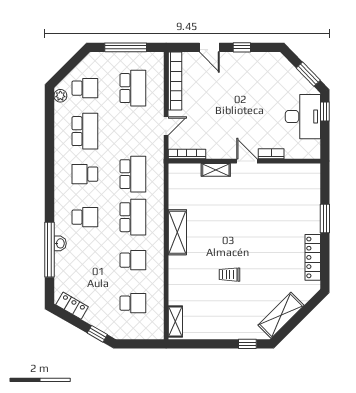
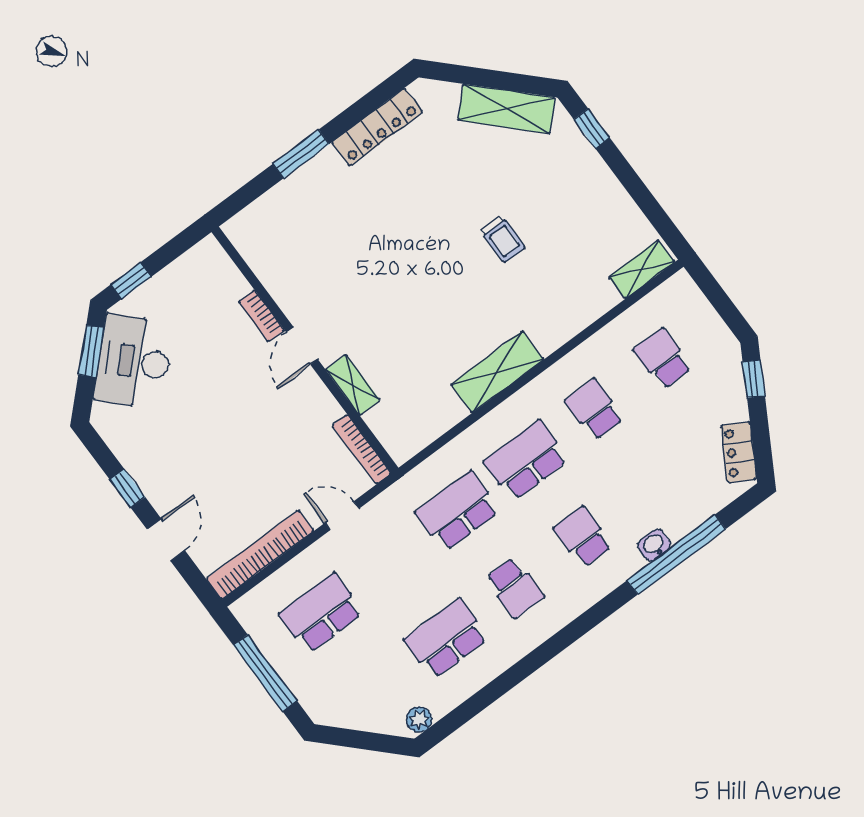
school desk: (85, 88) -> (378, 690), removed
desk: (303, 117) -> (134, 361), moved, turned -44

